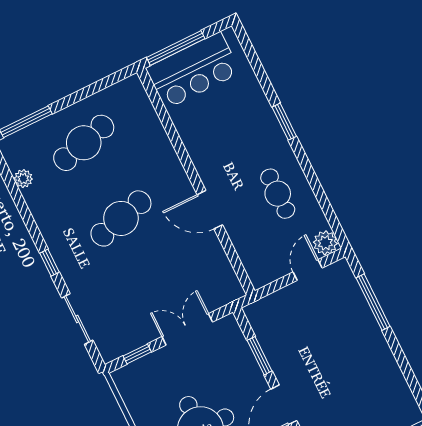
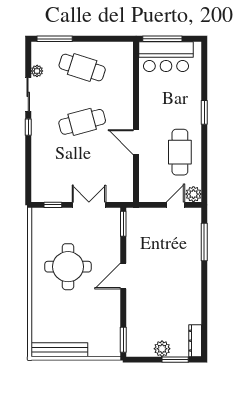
cafe table: (84, 143) -> (82, 67), turned 33
cafe table: (278, 194) -> (180, 152), width x1.37, depth x1.35
sliding door: (77, 319) -> (28, 94), moved
window: (260, 356) -> (123, 224), moved

